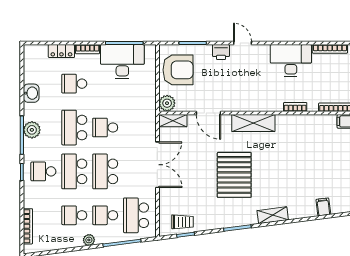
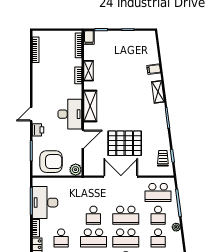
desk: (291, 61) -> (70, 114), moved, turned 180
armchair: (178, 70) -> (51, 162), turned 90
shelving: (173, 121) -> (88, 71), moved
pallet: (234, 175) -> (125, 143), moved
filing cabinet: (323, 207) -> (154, 69), moved

